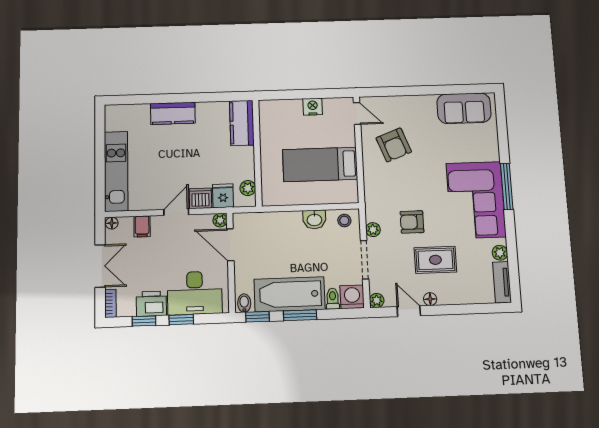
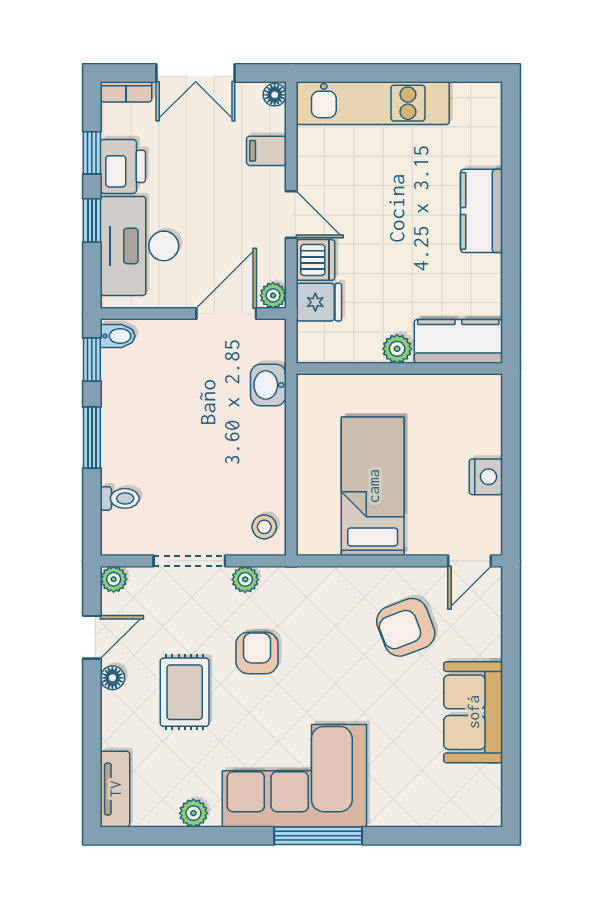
sofa: (464, 108) -> (473, 712), moved
plant: (248, 188) -> (397, 349), moved
washbasin: (314, 219) -> (268, 385), moved
tv unit: (502, 282) -> (115, 789), moved, turned 90
bathtub: (290, 294) -> (131, 420), removed
washing machine: (352, 297) -> (122, 534), removed

